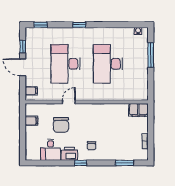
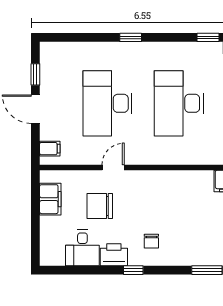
window: (41, 25) -> (208, 37), moved
filing cabinet: (32, 121) -> (50, 199), width x2.00
chair: (61, 125) -> (100, 206), turned 90

